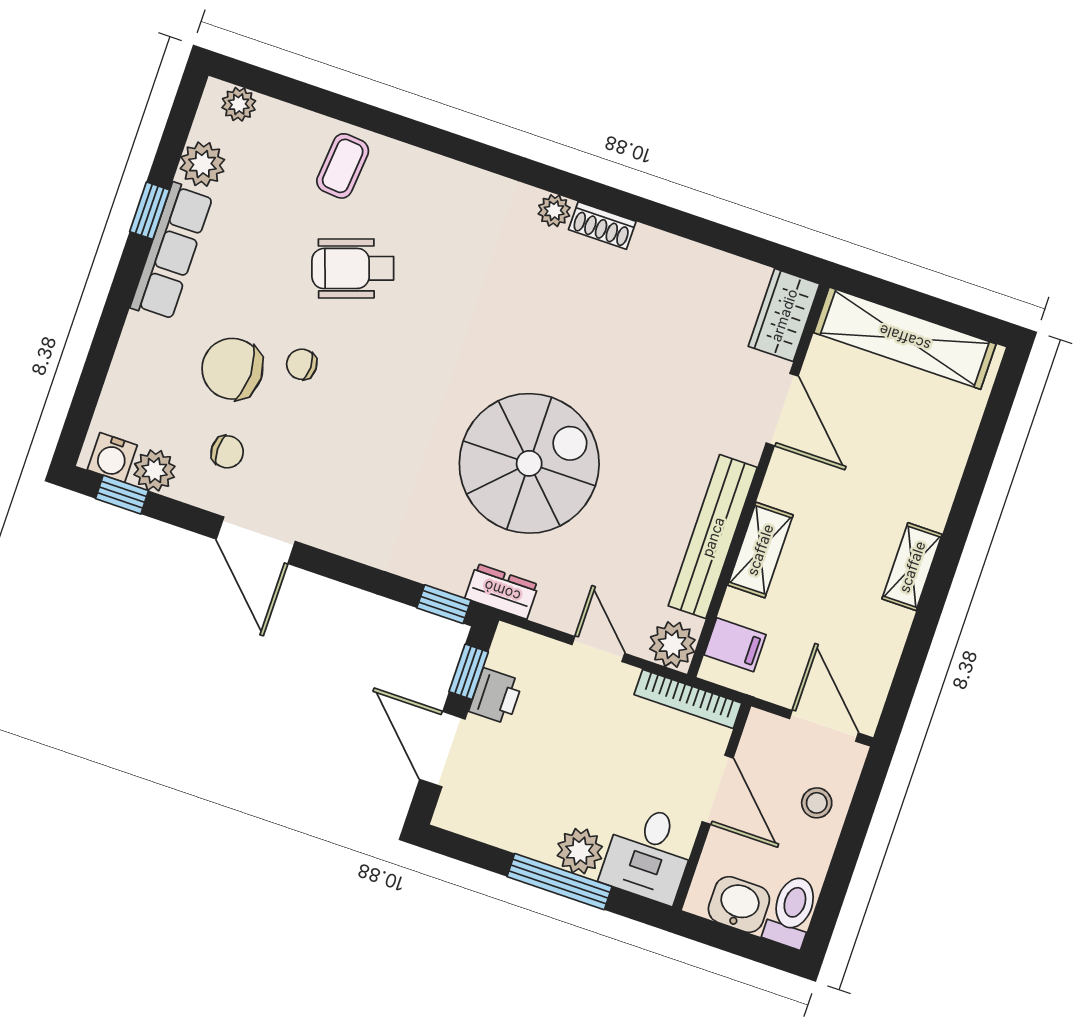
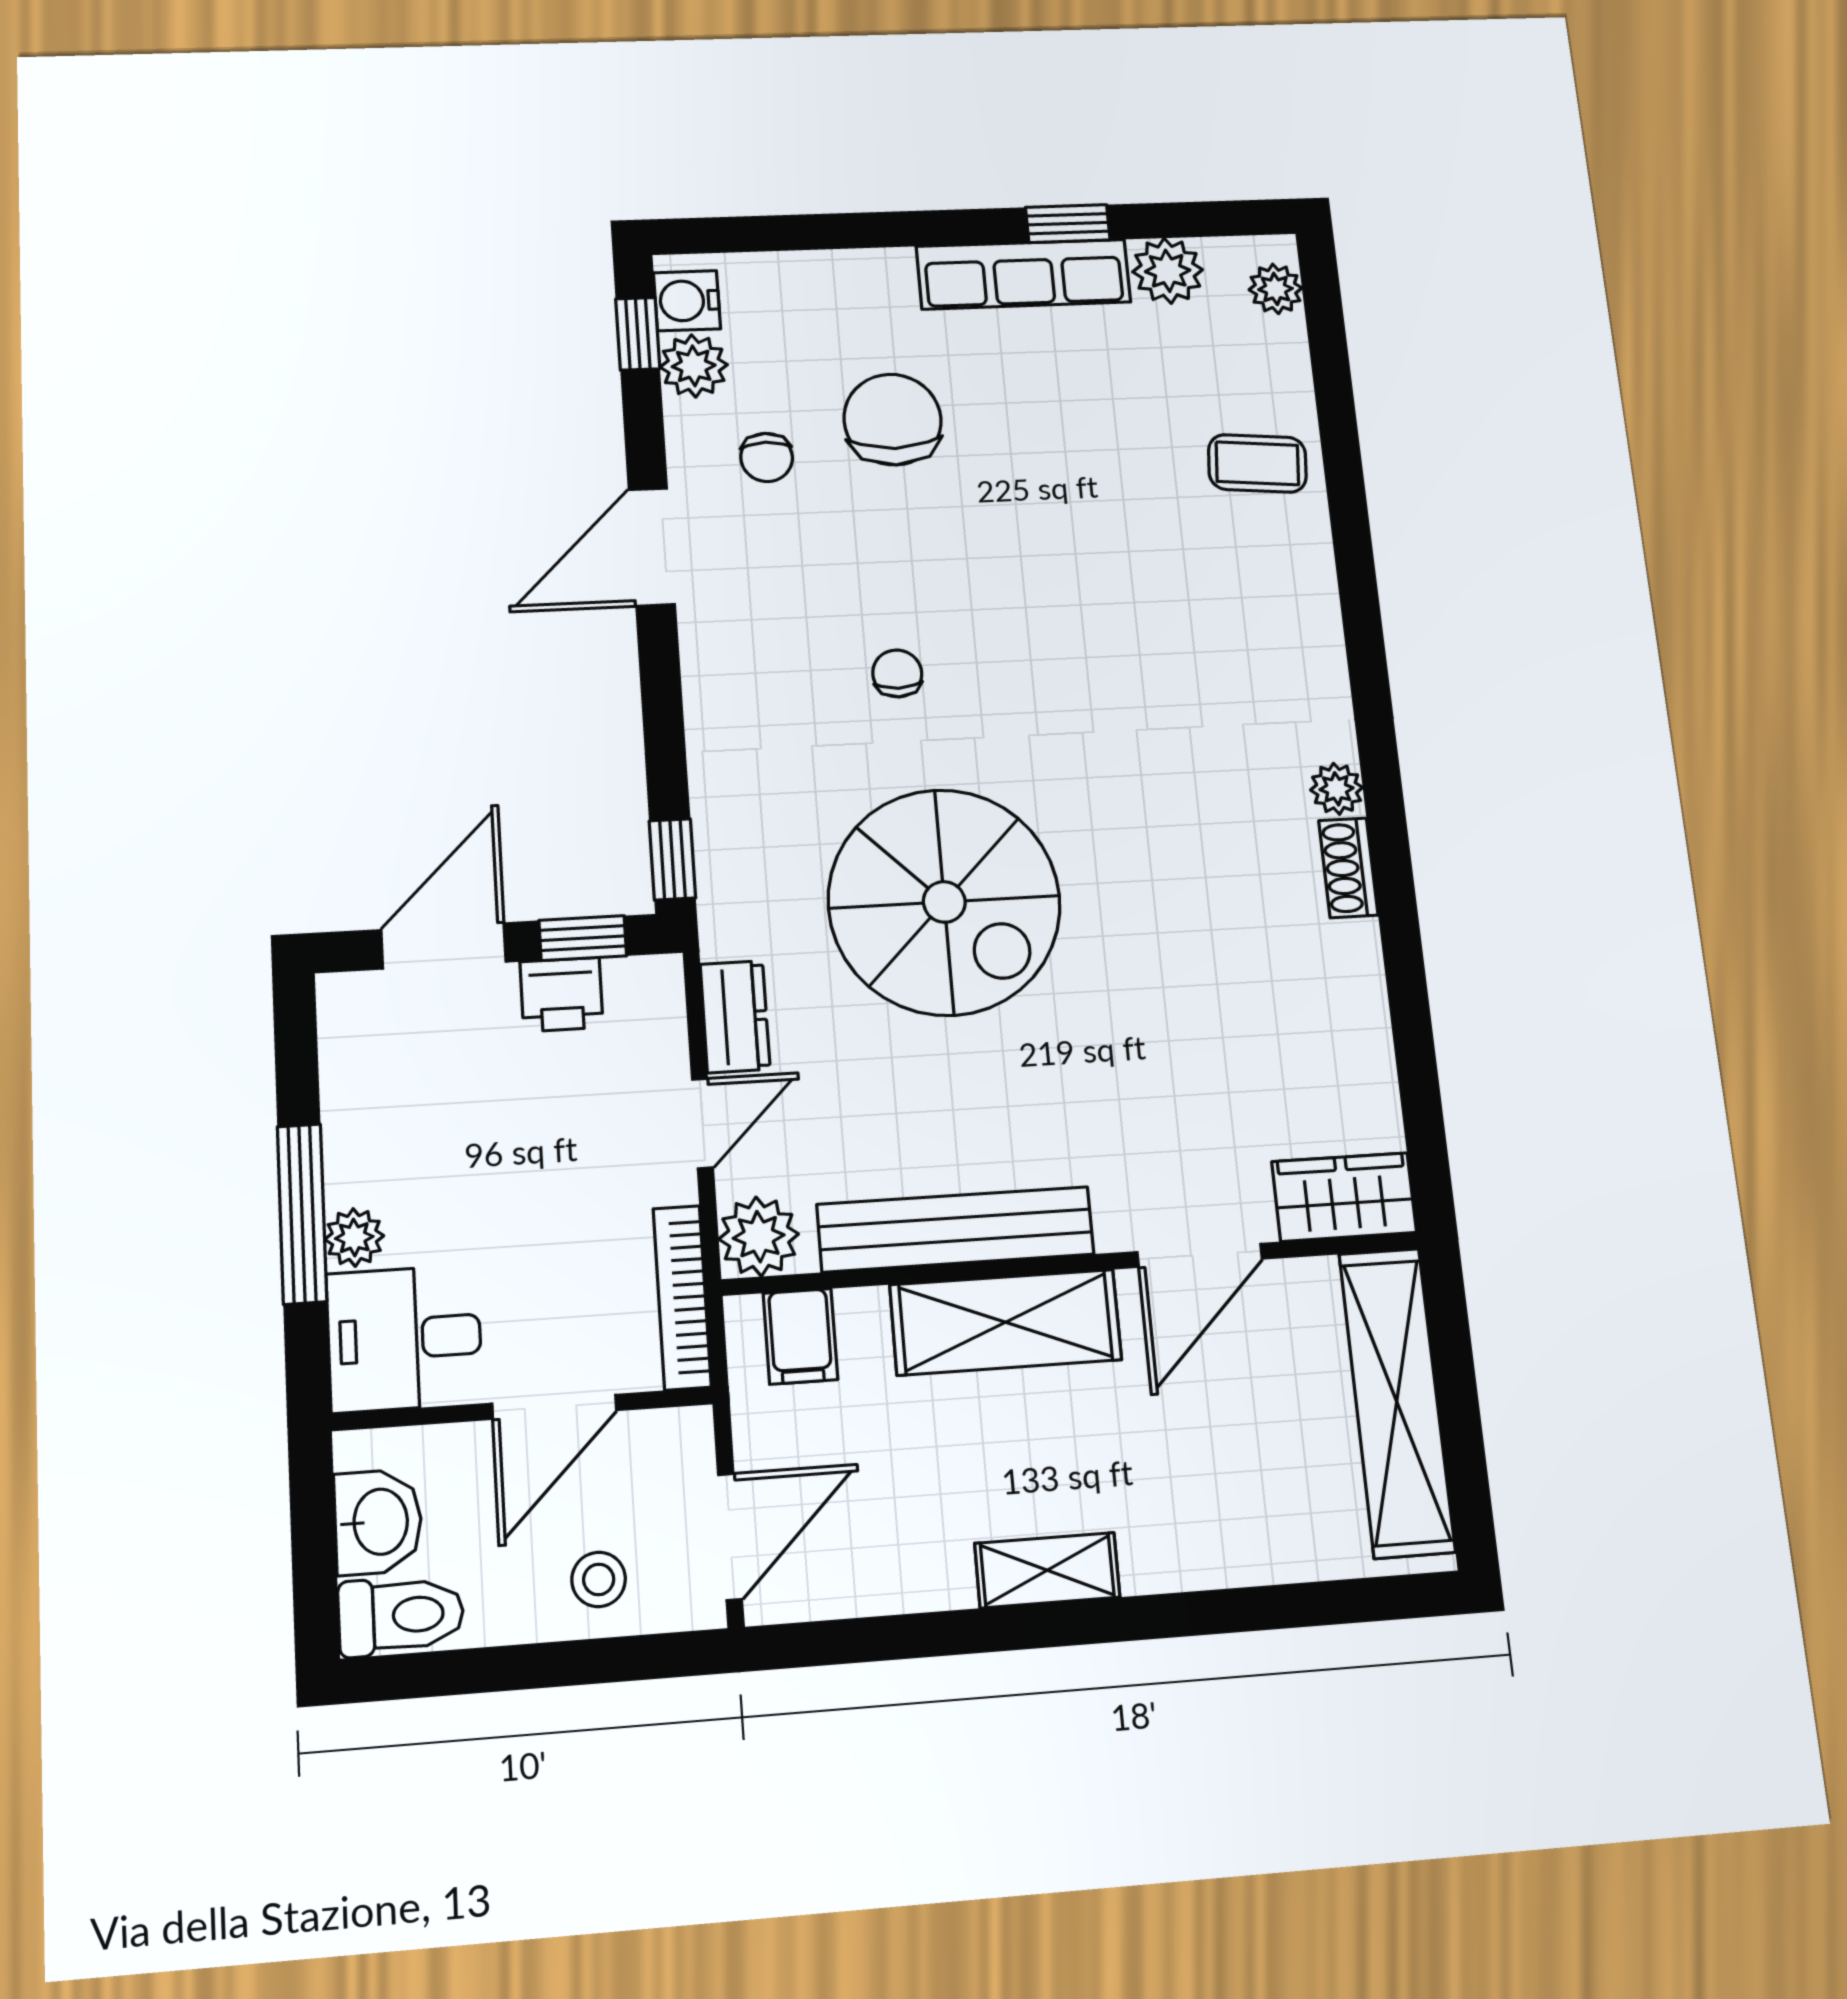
wheelchair: (353, 268) -> (1117, 533), removed
chair: (302, 364) -> (897, 673), moved
shelving: (760, 550) -> (1006, 1322), width x1.50, depth x1.33
dresser: (502, 591) -> (735, 1017), moved
plant: (580, 851) -> (354, 1237), width x0.73, depth x0.73

